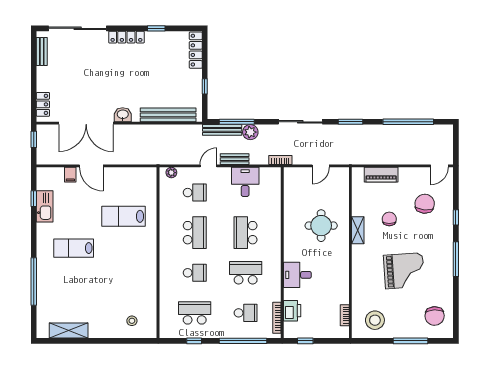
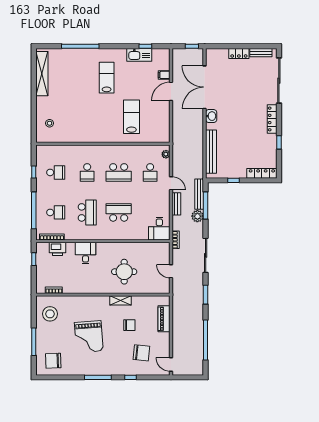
locker: (43, 104) -> (239, 53), moved
desk: (245, 182) -> (159, 229), moved, turned 90
school desk: (195, 313) -> (56, 172), width x0.54
school desk: (246, 313) -> (56, 212), turned -90
shelving: (69, 330) -> (42, 74), width x1.47

